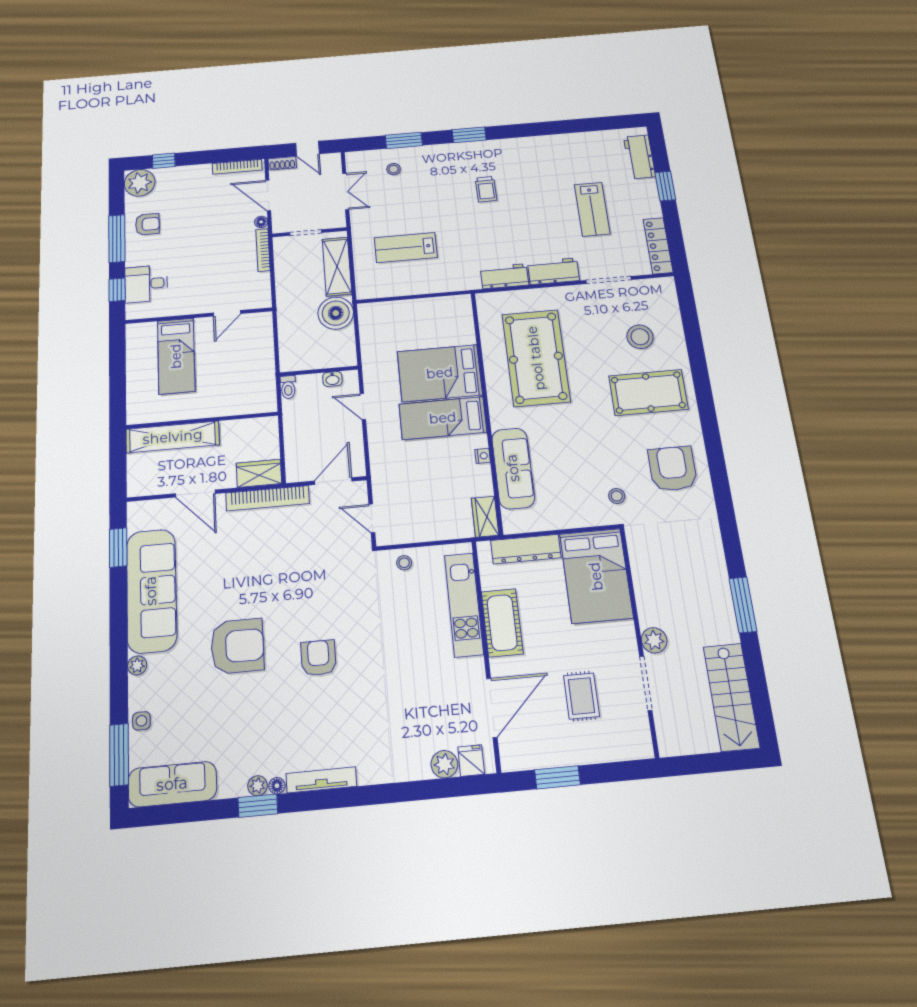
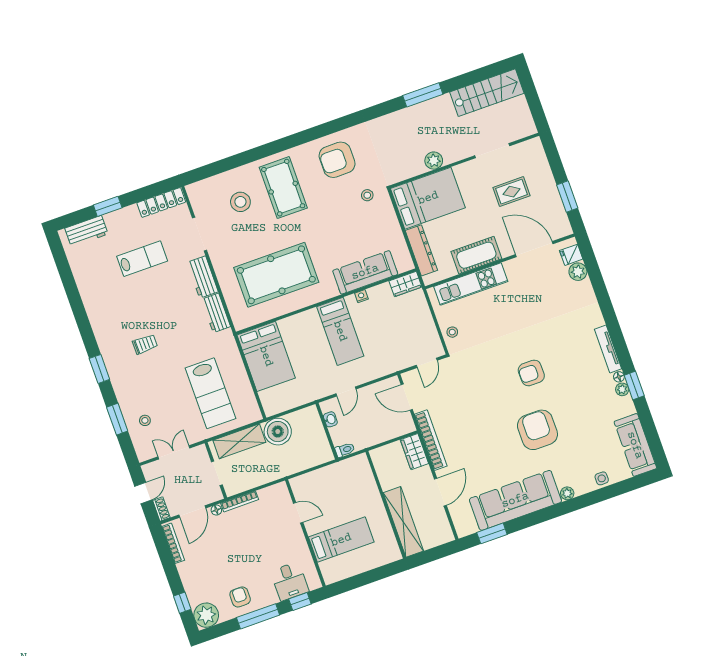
lab bench: (406, 248) -> (211, 393), width x1.36, depth x1.39
bed: (440, 373) -> (266, 356), moved
plant: (654, 640) -> (434, 161), moved
window: (119, 755) -> (626, 486), removed

